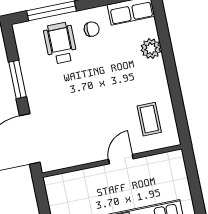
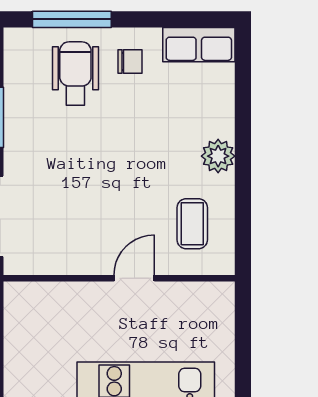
plant: (151, 49) -> (218, 156), moved

